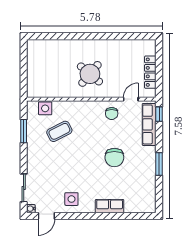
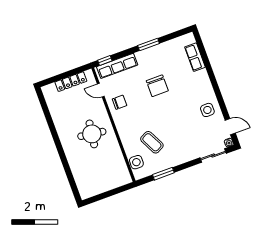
round table: (90, 74) -> (92, 134), turned -32
chair: (114, 158) -> (157, 86), turned 90
row of seats: (110, 206) -> (195, 57), moved

